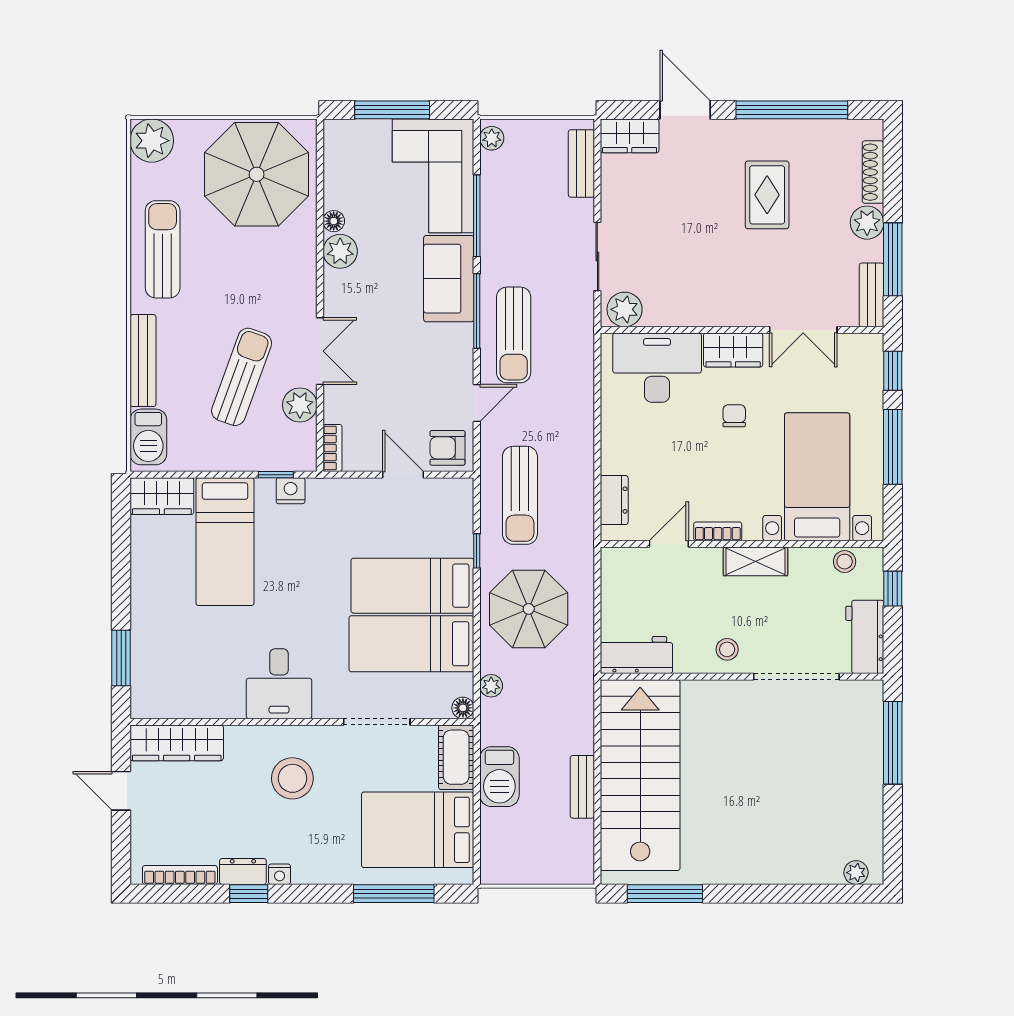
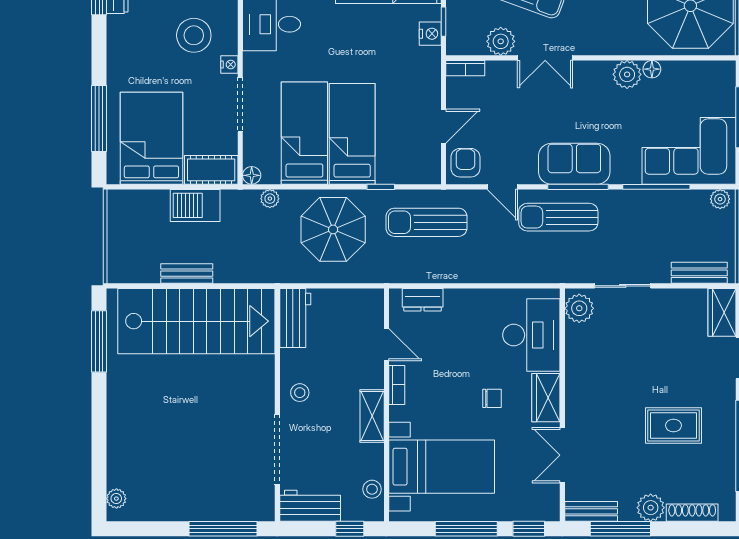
sofa: (449, 279) -> (574, 164), moved
nightstand: (280, 874) -> (229, 65), moved, turned 180

